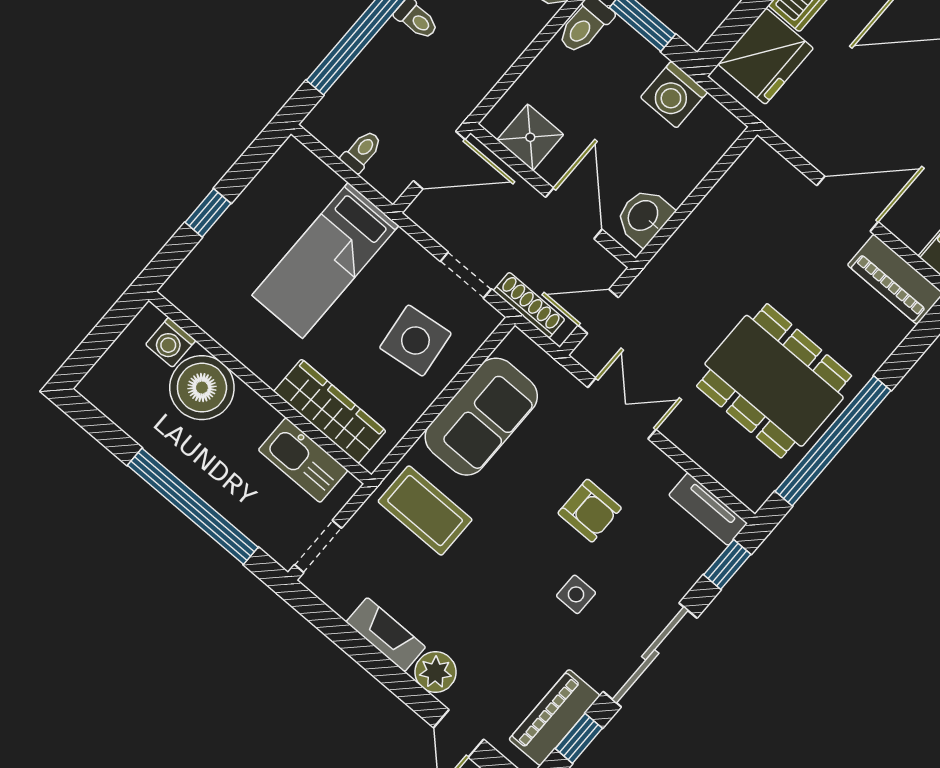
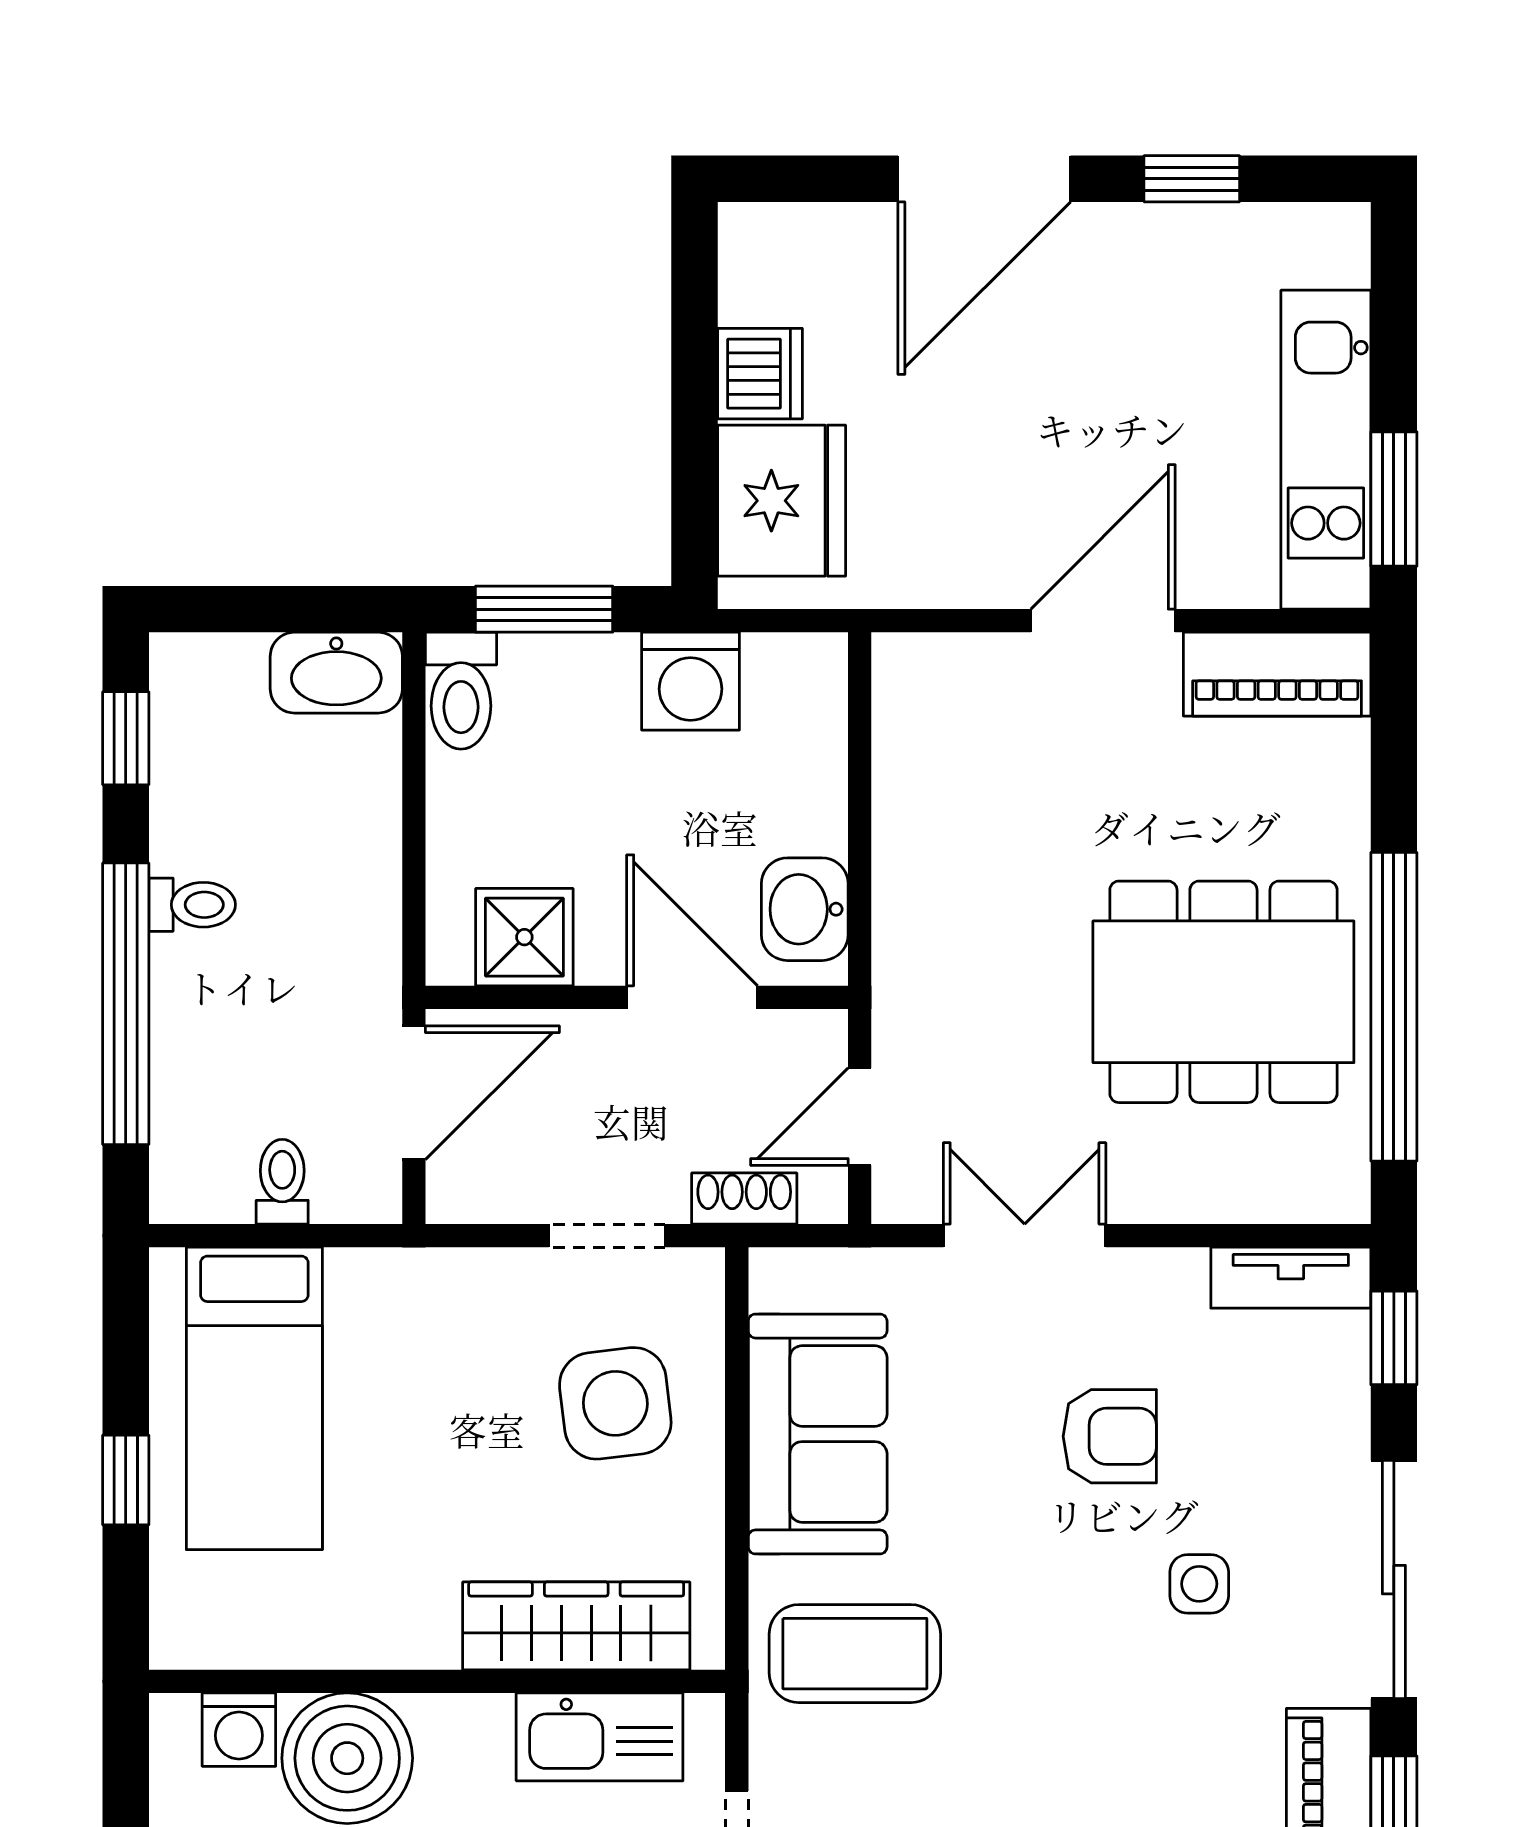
bed: (325, 260) -> (254, 1398), moved
shoe rack: (529, 305) -> (744, 1199), width x0.70

